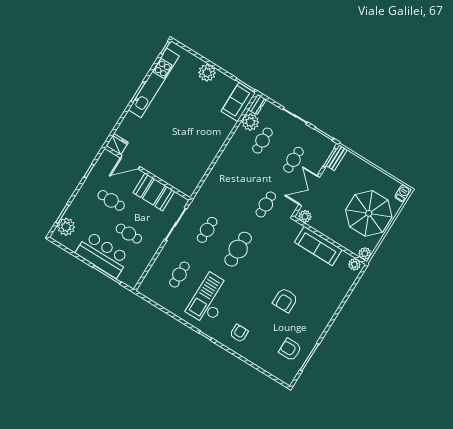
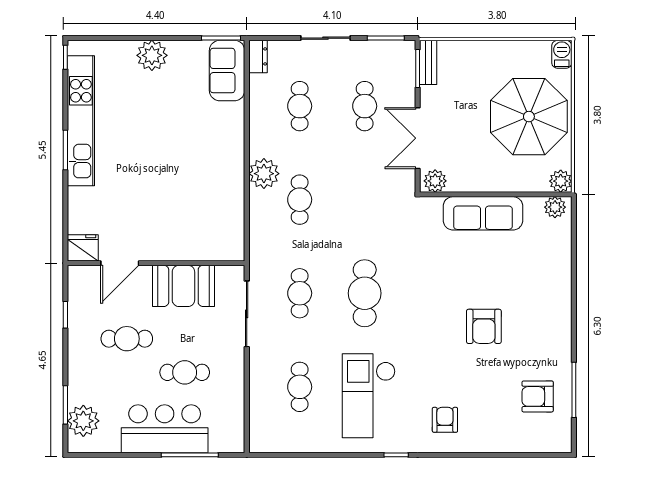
plant: (250, 122) -> (264, 174), moved
cafe table: (266, 204) -> (300, 200), moved

